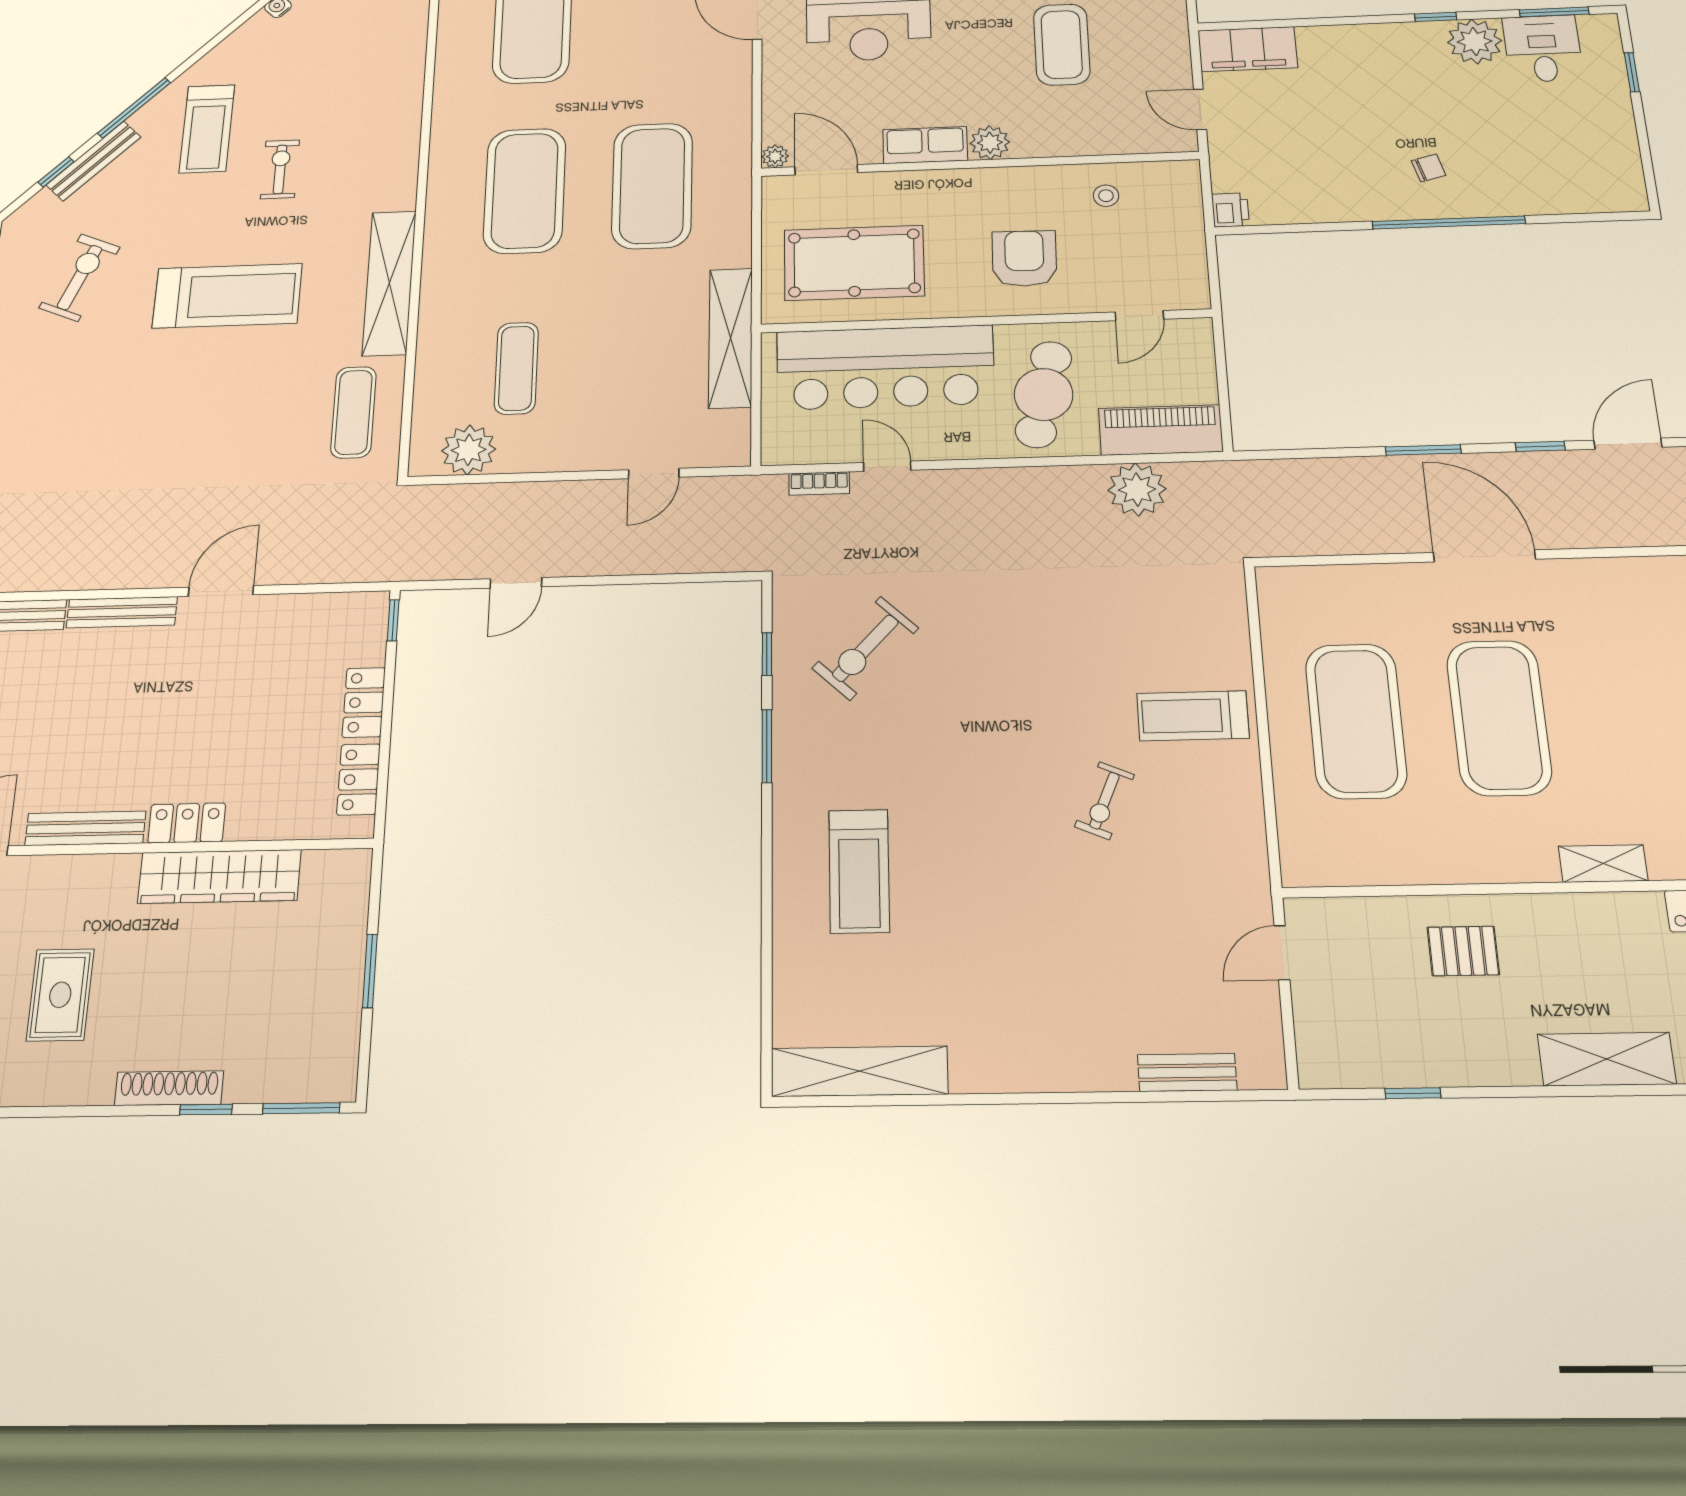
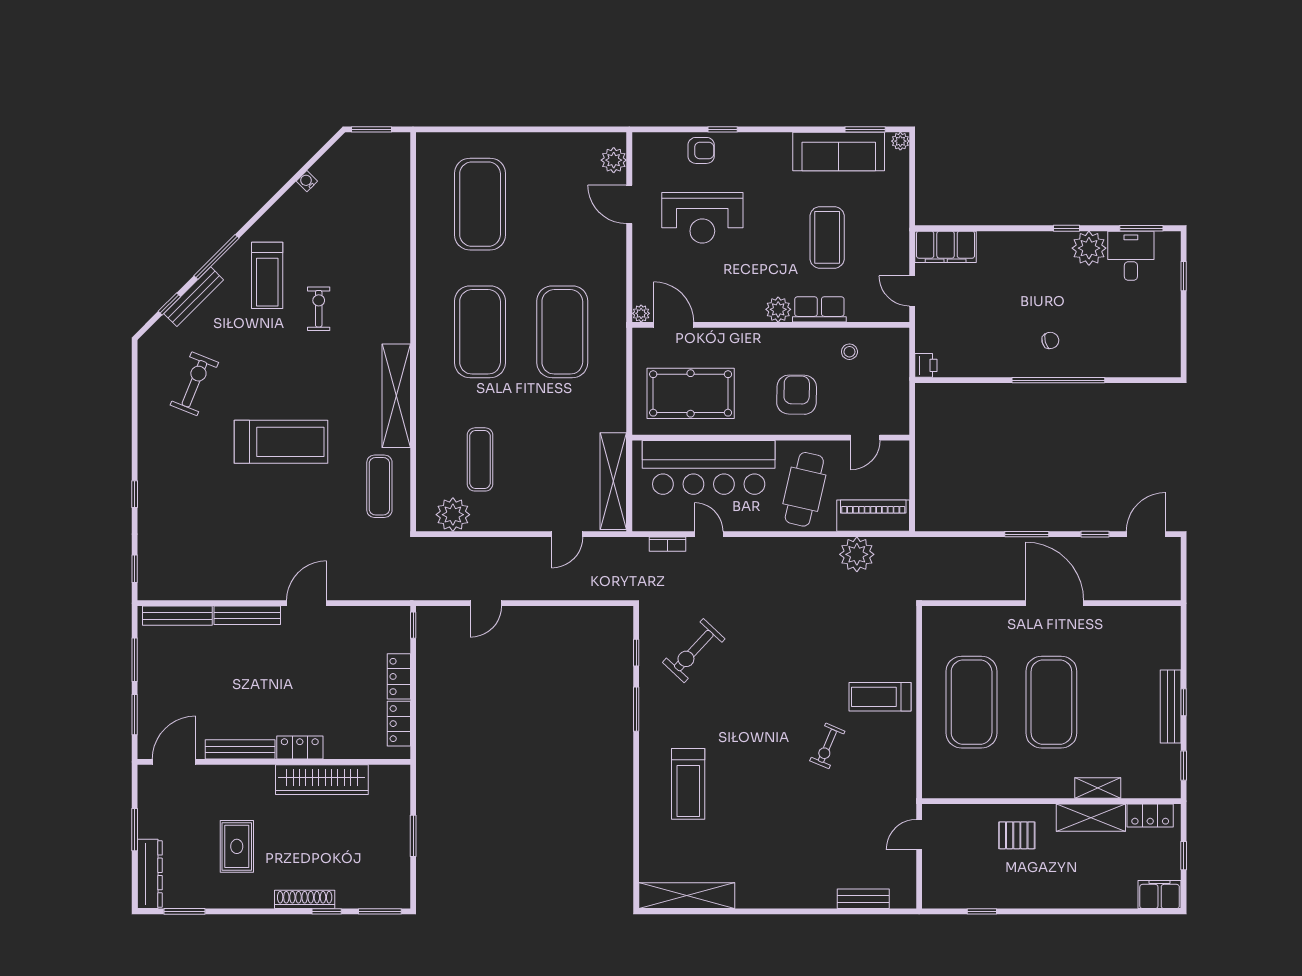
row of seats: (925, 145) -> (819, 309), moved
treadmill: (227, 296) -> (281, 442), moved
shelving: (730, 338) -> (613, 481), moved
shelving: (1607, 1059) -> (1091, 818), moved

